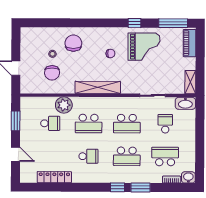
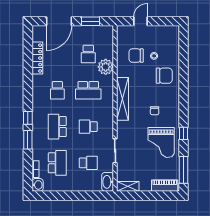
school desk: (89, 123) -> (88, 90), turned -90
school desk: (127, 124) -> (88, 127), width x0.54
door: (15, 154) -> (59, 21), width x1.88

